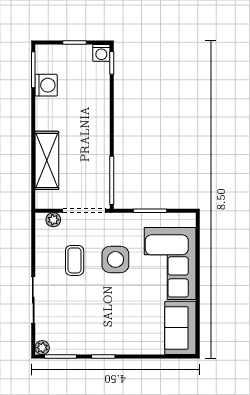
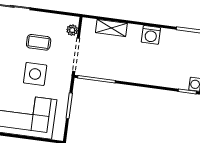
washing machine: (46, 85) -> (151, 35), moved
shelving: (47, 160) -> (111, 28), width x0.67, depth x0.75

